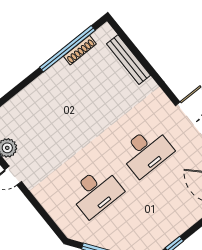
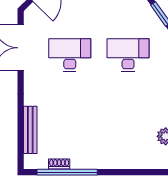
shoe rack: (80, 50) -> (59, 164), width x0.70

